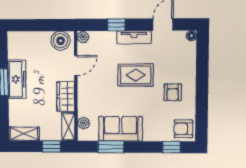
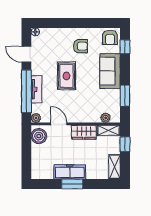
window: (116, 25) -> (26, 91), width x3.17
tv unit: (134, 37) -> (36, 89), moved
sofa: (121, 129) -> (110, 71), moved

